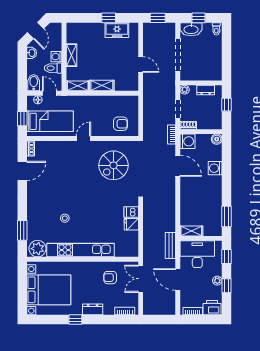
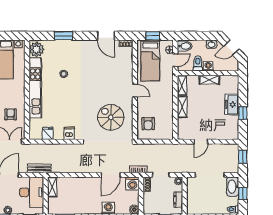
freezer: (117, 30) -> (232, 105), moved
fridge: (131, 224) -> (48, 133), moved
window: (22, 230) -> (63, 36), moved

